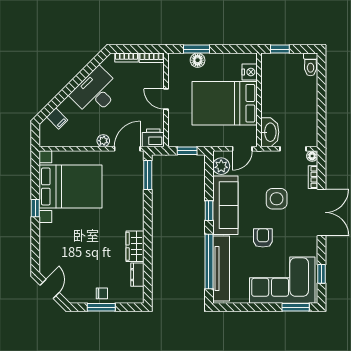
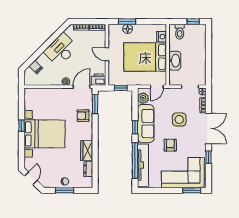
window: (280, 49) -> (193, 22), moved
toilet: (311, 64) -> (180, 32), moved
washbasin: (270, 132) -> (175, 61), moved
bed with nightstands: (71, 187) -> (44, 134), moved
armchair: (129, 193) -> (83, 116), added
window: (321, 274) -> (209, 157), moved

